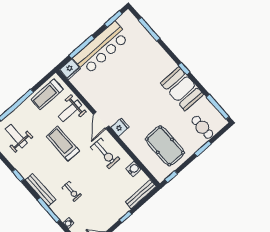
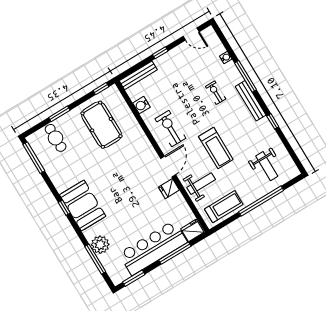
plant: (147, 42) -> (100, 245), added
booth: (182, 89) -> (83, 206), moved
fridge: (120, 127) -> (169, 189), moved

